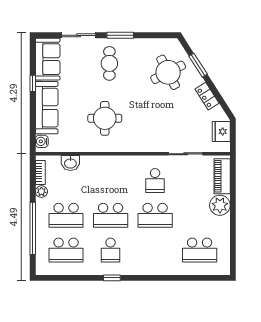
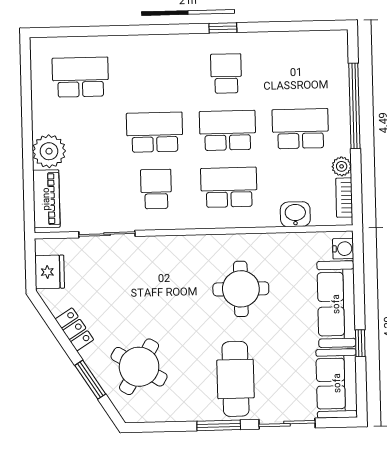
cafe table: (109, 63) -> (235, 379), width x1.37, depth x1.35
round table: (168, 72) -> (139, 367), turned -32
school desk: (66, 250) -> (229, 187), moved

